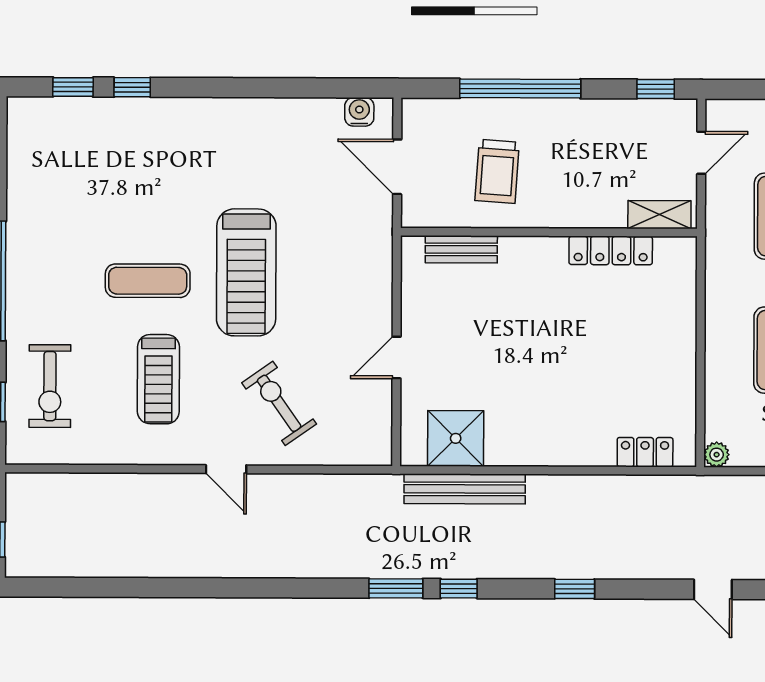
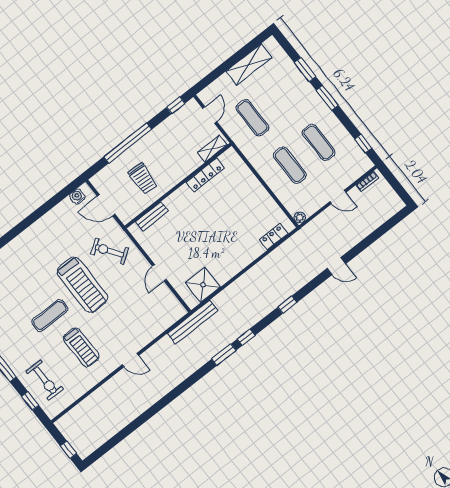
exercise bike: (279, 403) -> (109, 251), moved
bench: (465, 489) -> (193, 322), moved

